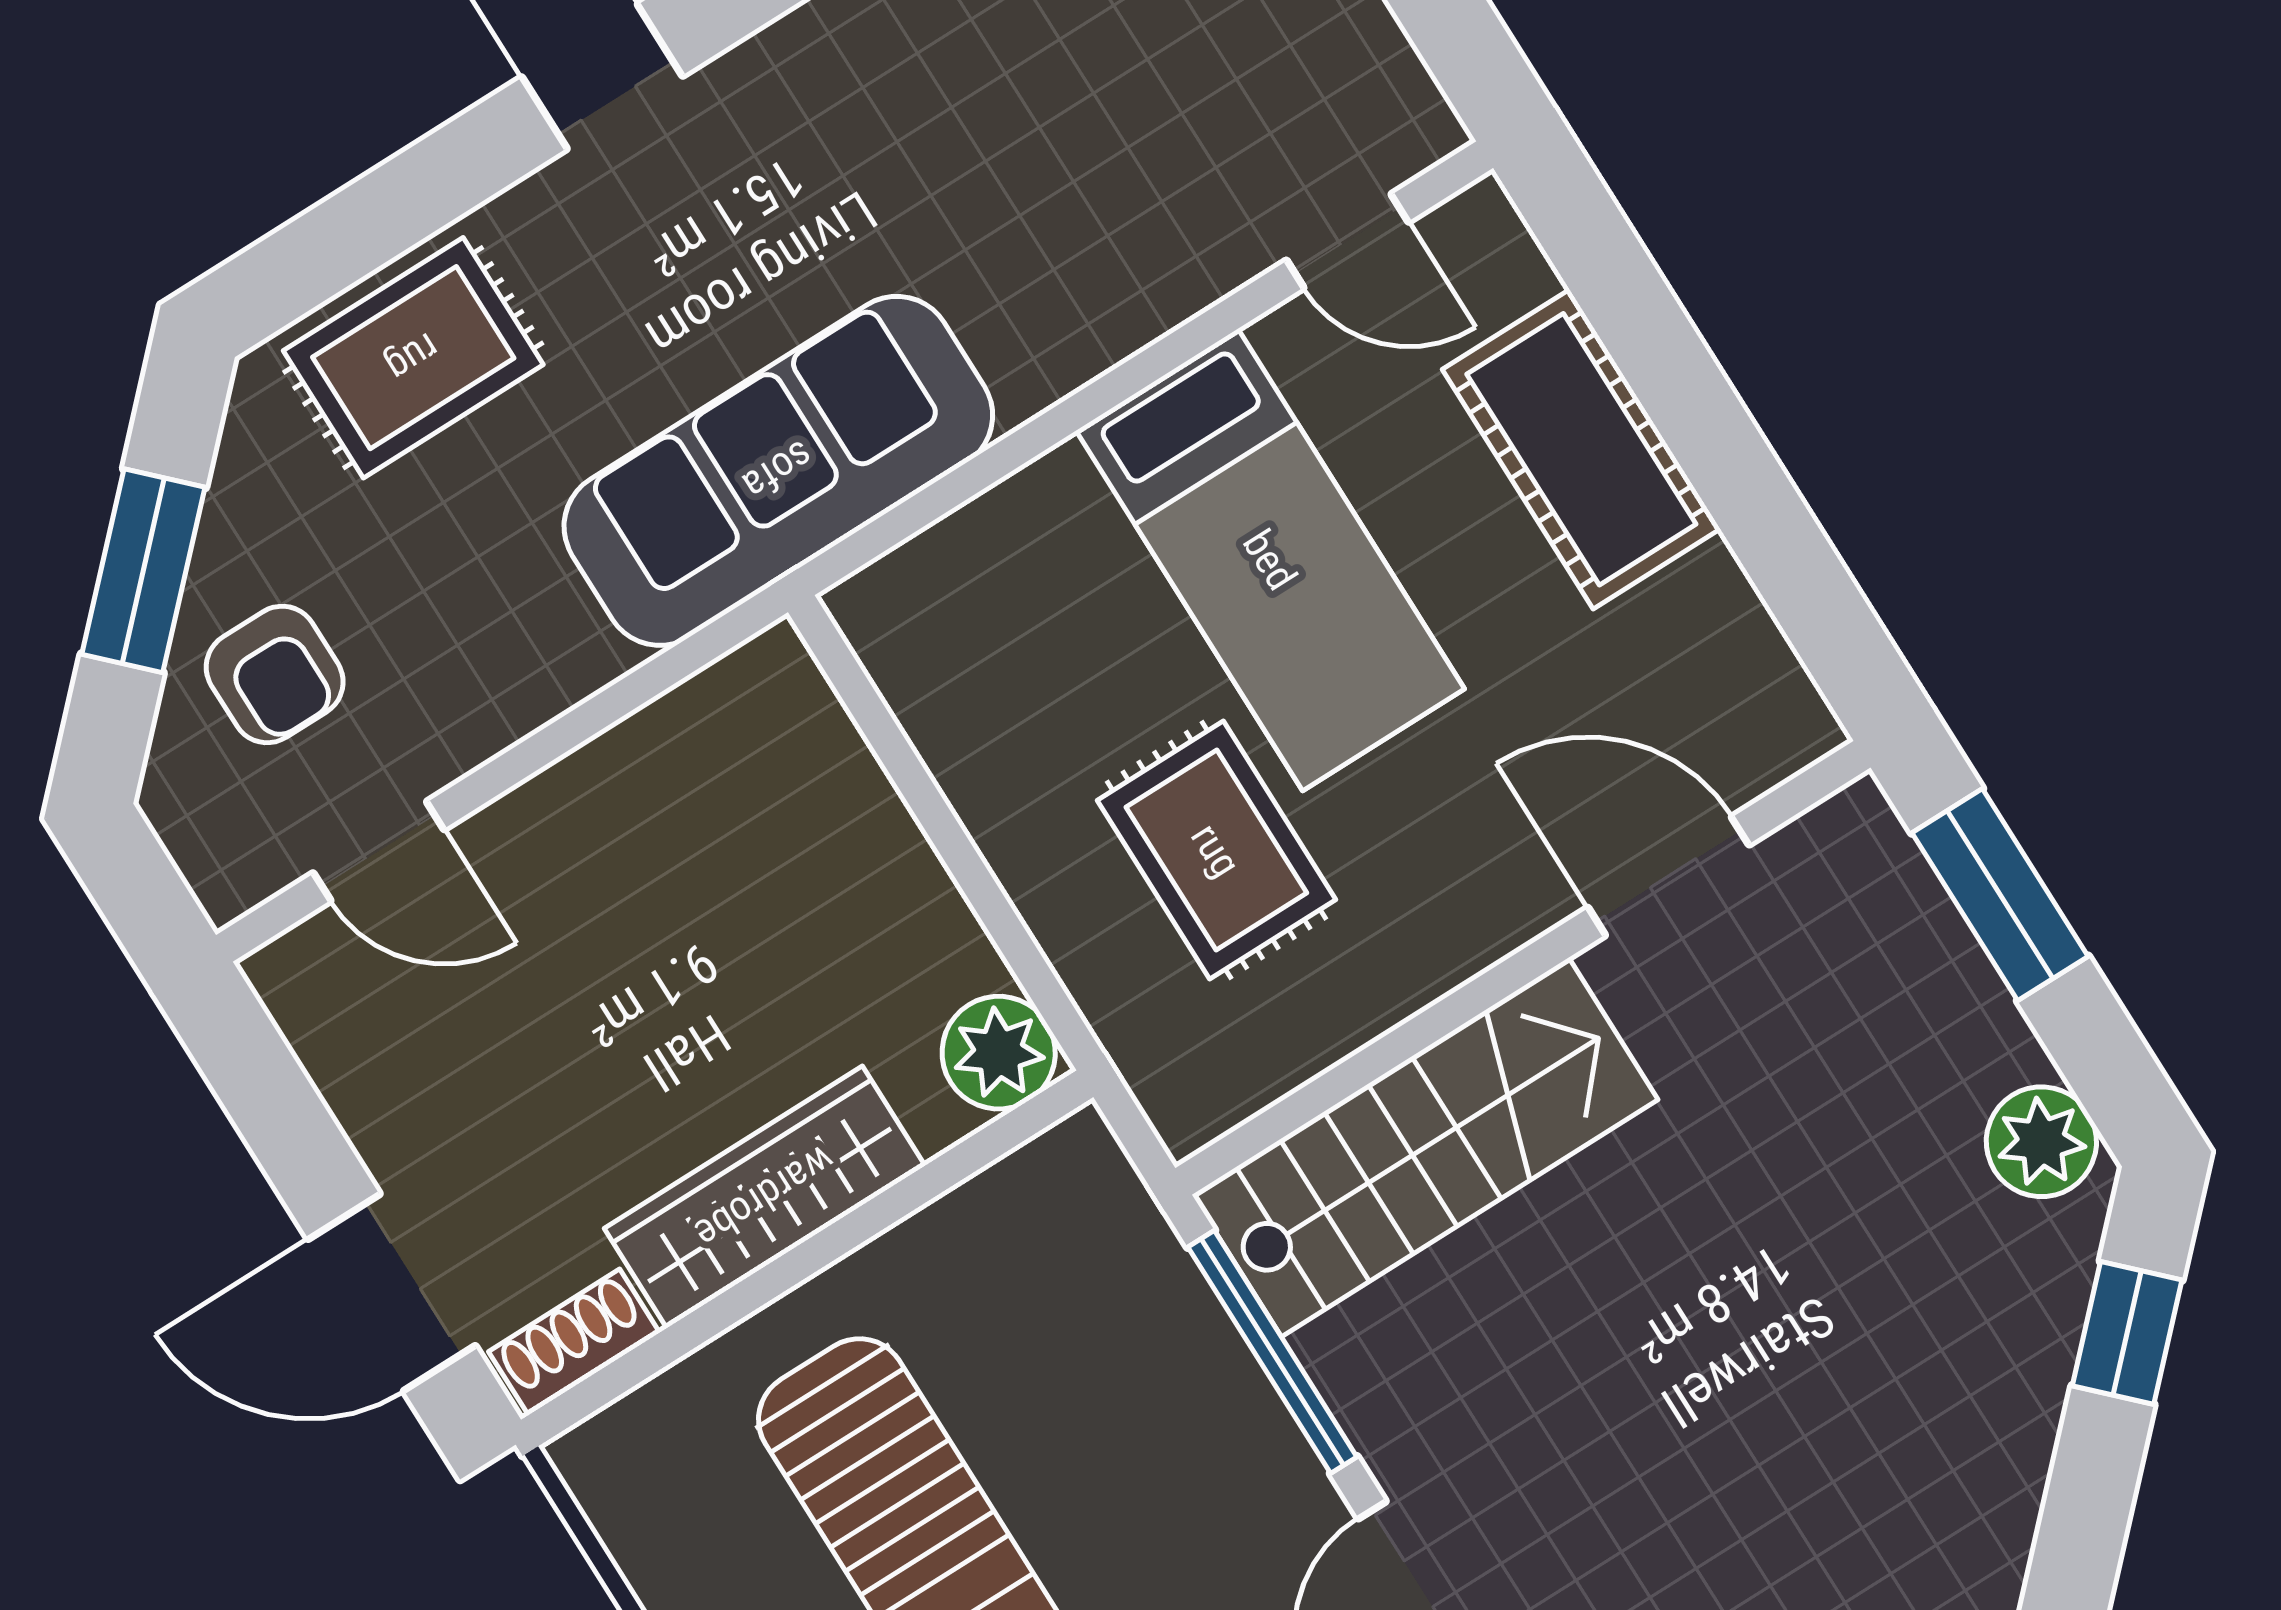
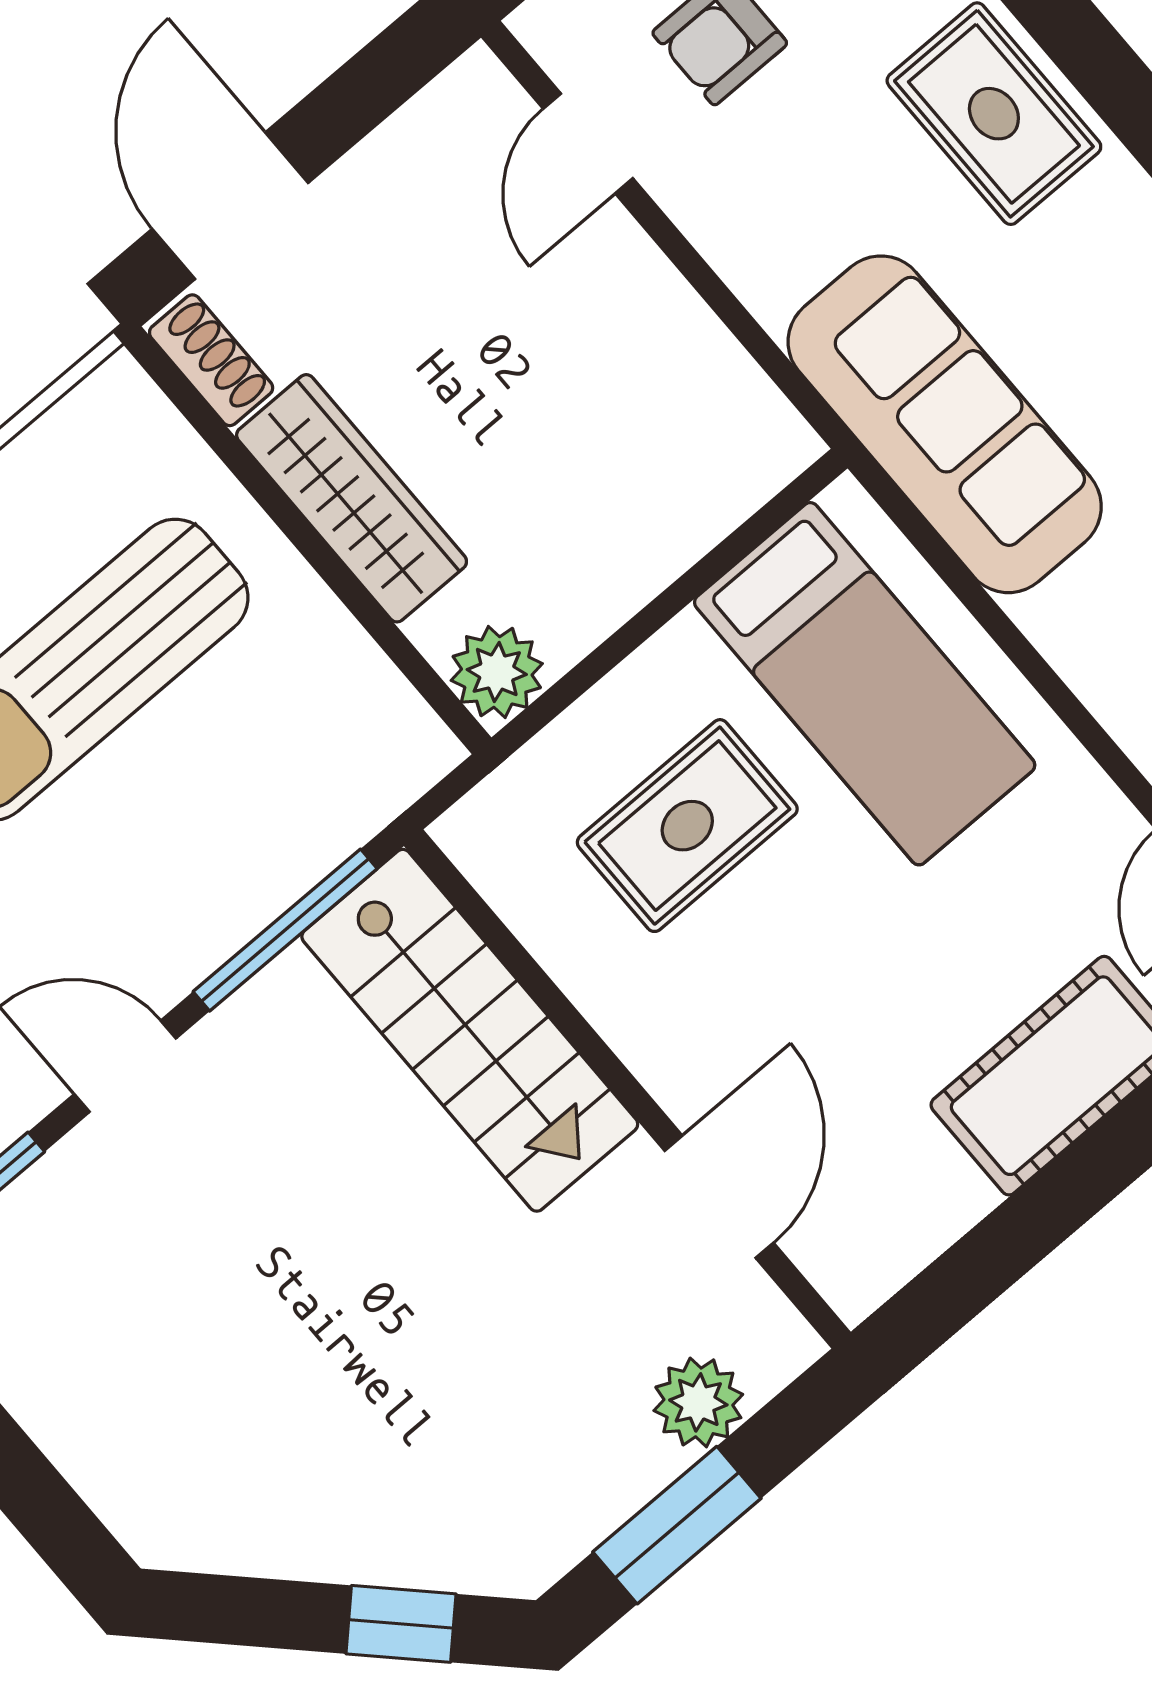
bed: (1270, 560) -> (865, 684), moved, turned -90
window: (2000, 895) -> (677, 1525), moved
plant: (2041, 1142) -> (698, 1402), moved

